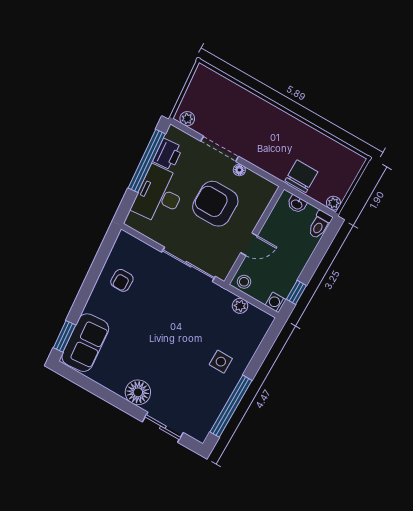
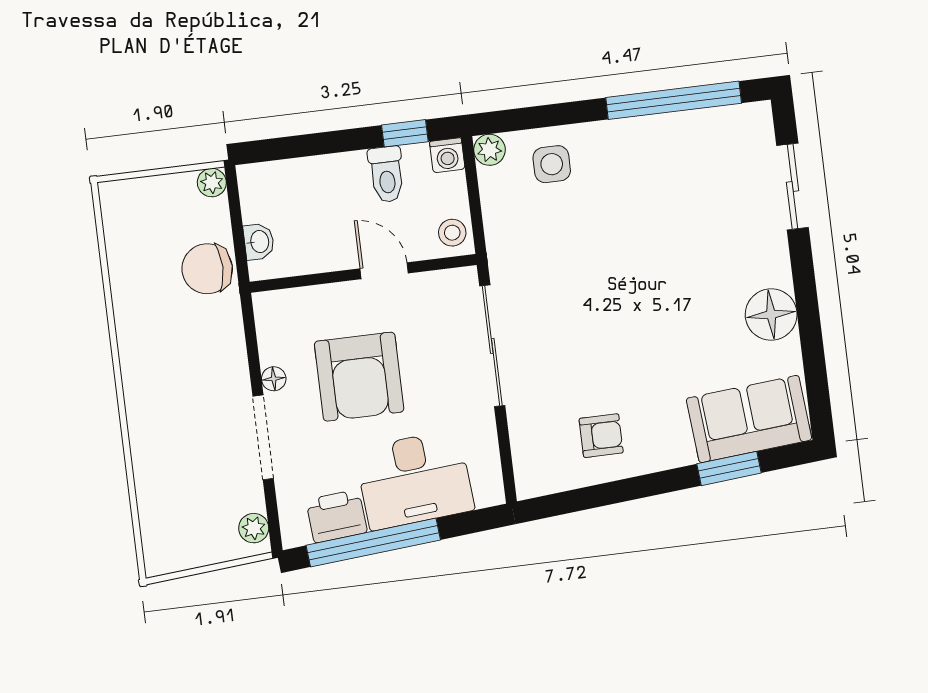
toilet: (320, 225) -> (386, 174), moved, turned 90
plant: (240, 306) -> (489, 150), moved
window: (64, 336) -> (729, 468), moved
side table: (221, 362) -> (552, 164), moved
floor lamp: (138, 392) -> (771, 314), moved

